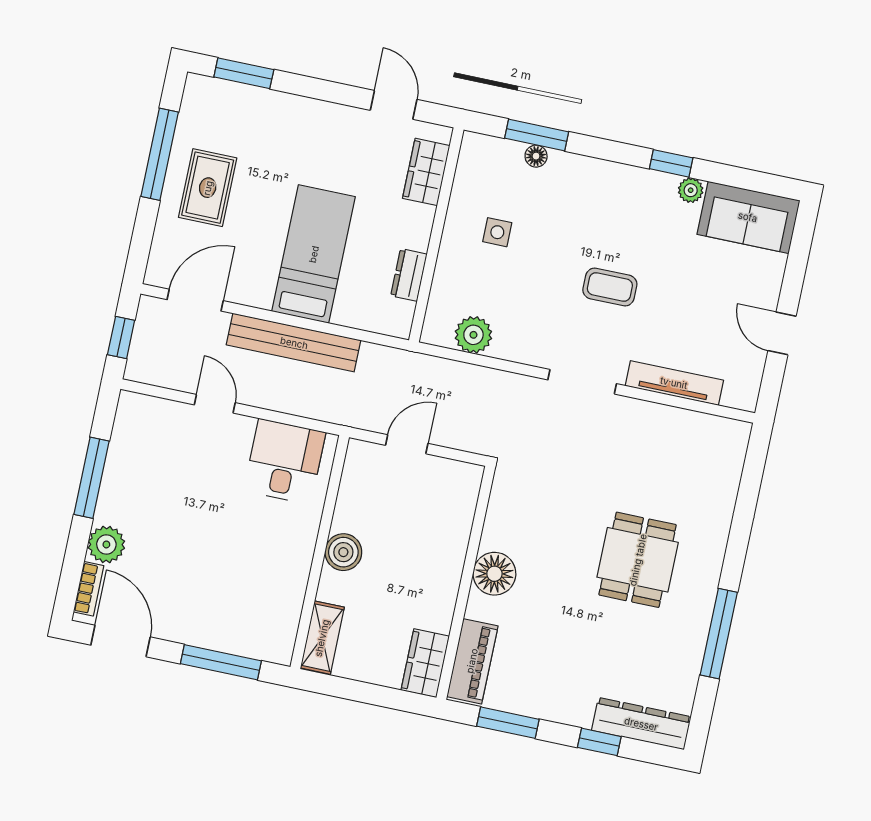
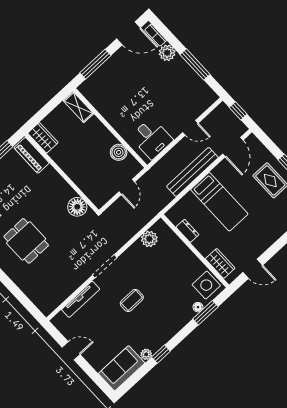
side table: (497, 232) -> (206, 285), moved, width x1.87, depth x1.87
boiler: (343, 552) -> (119, 152), moved
floor lamp: (494, 574) -> (77, 207), moved

